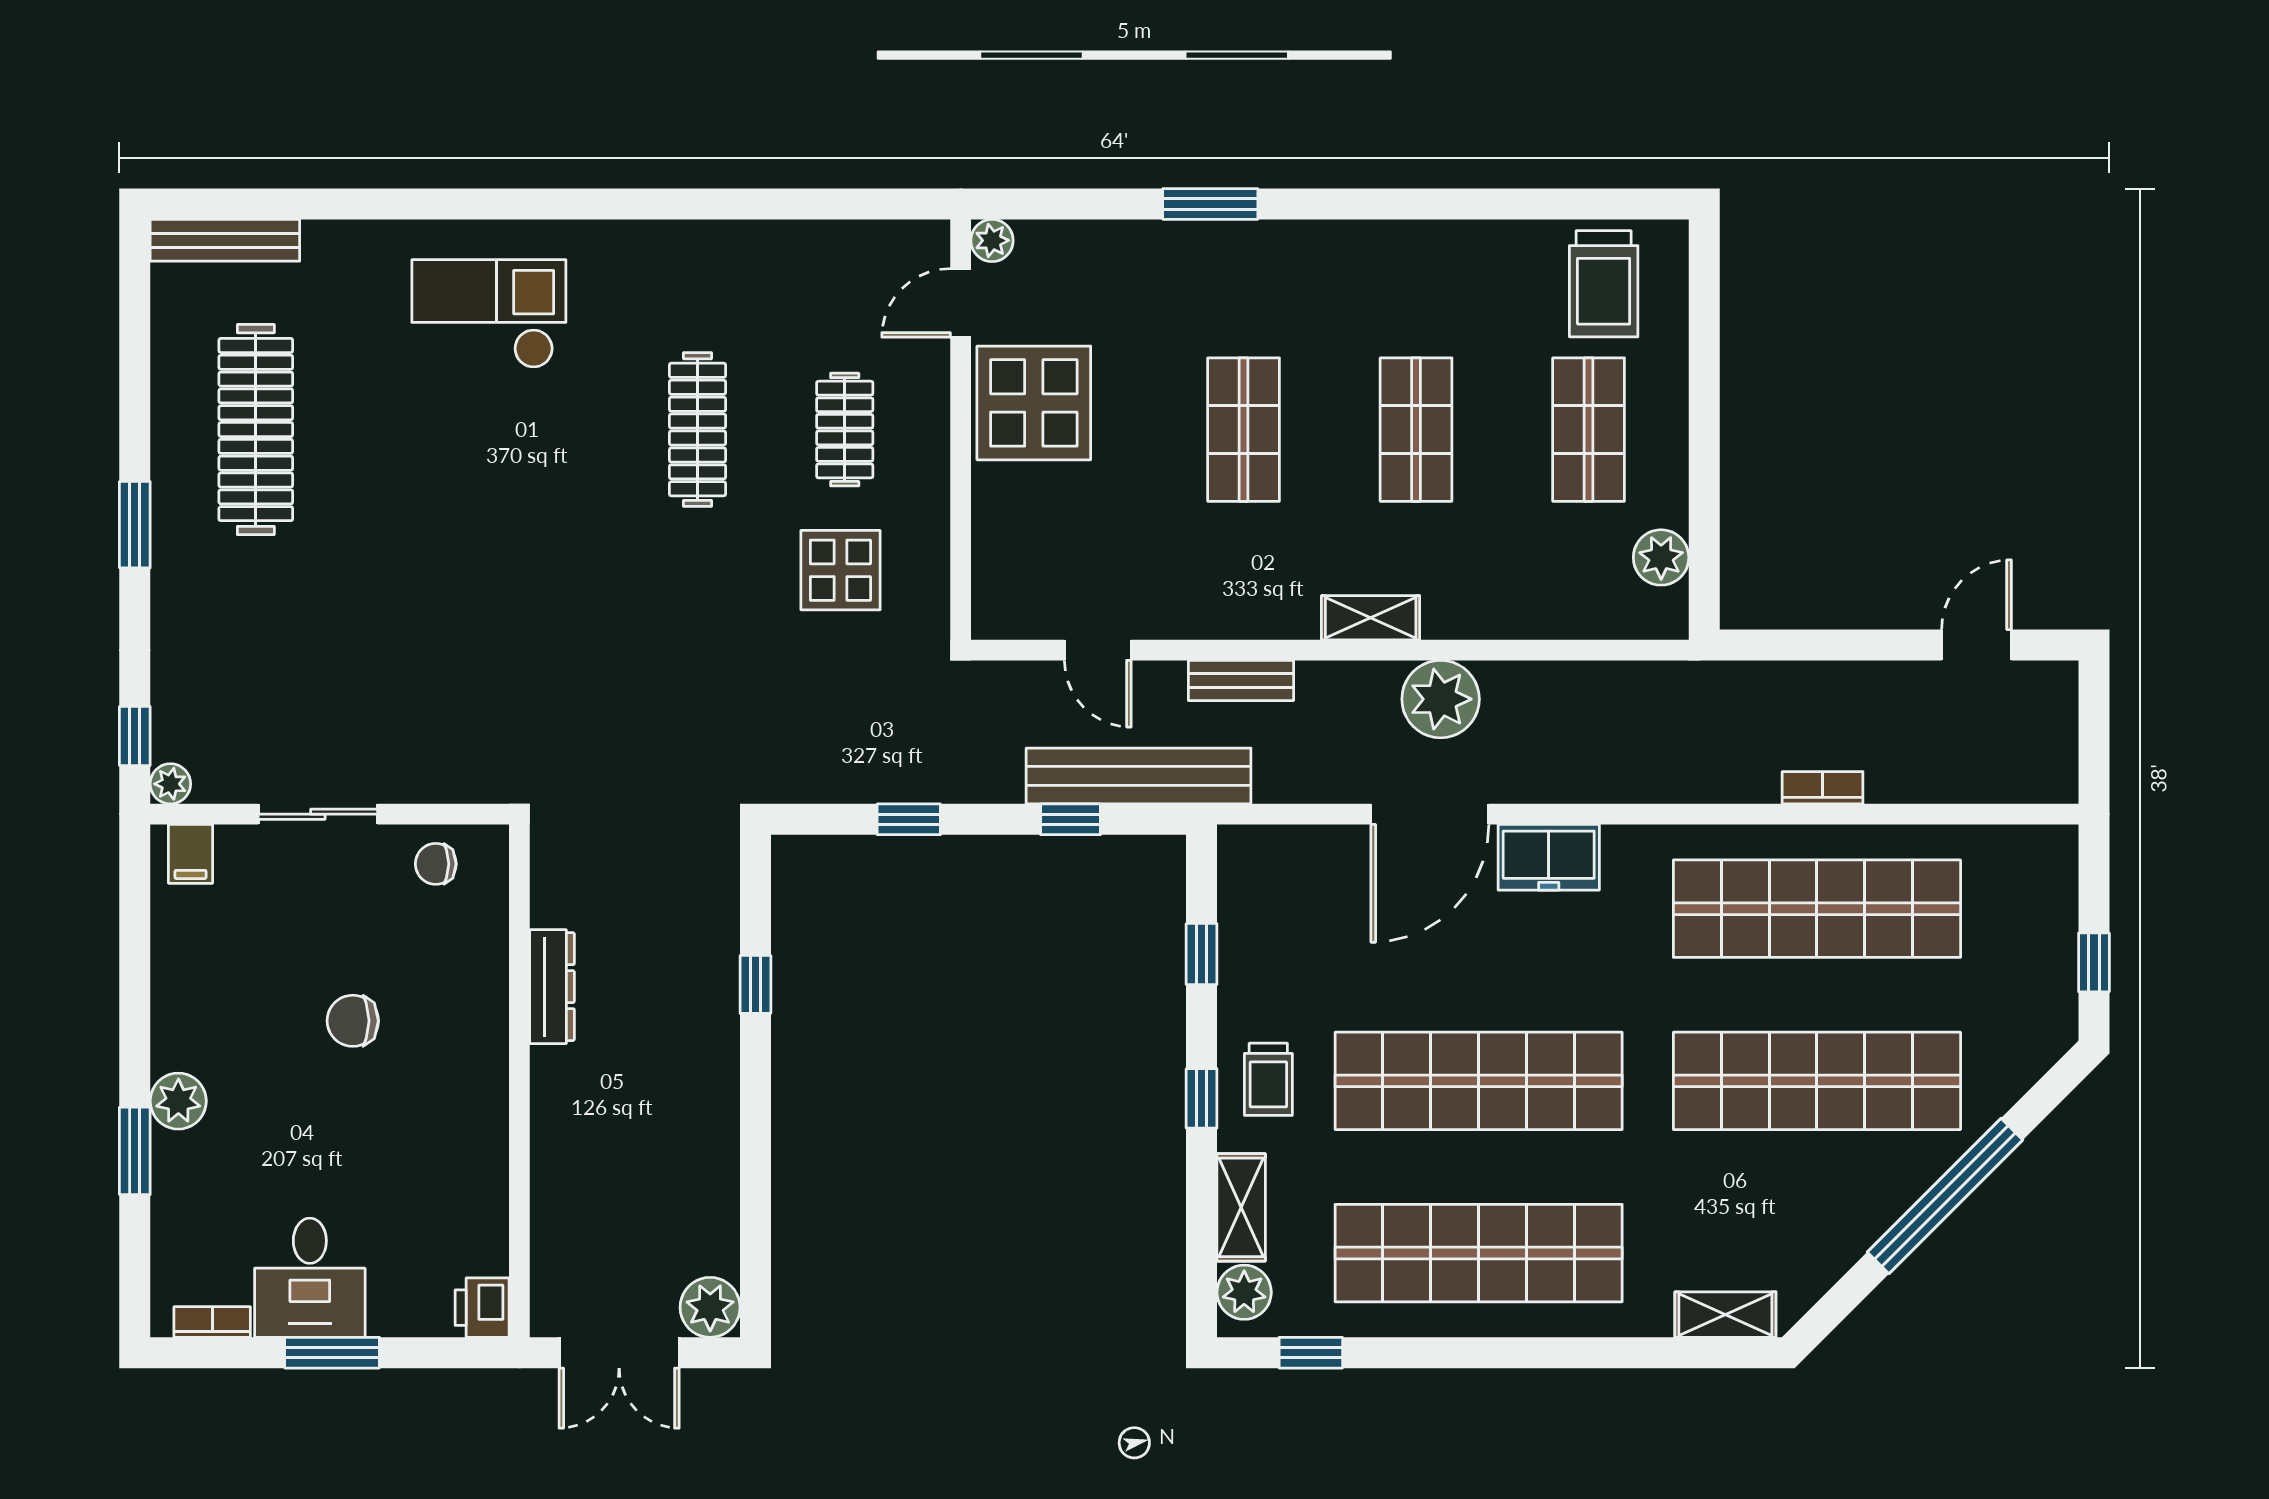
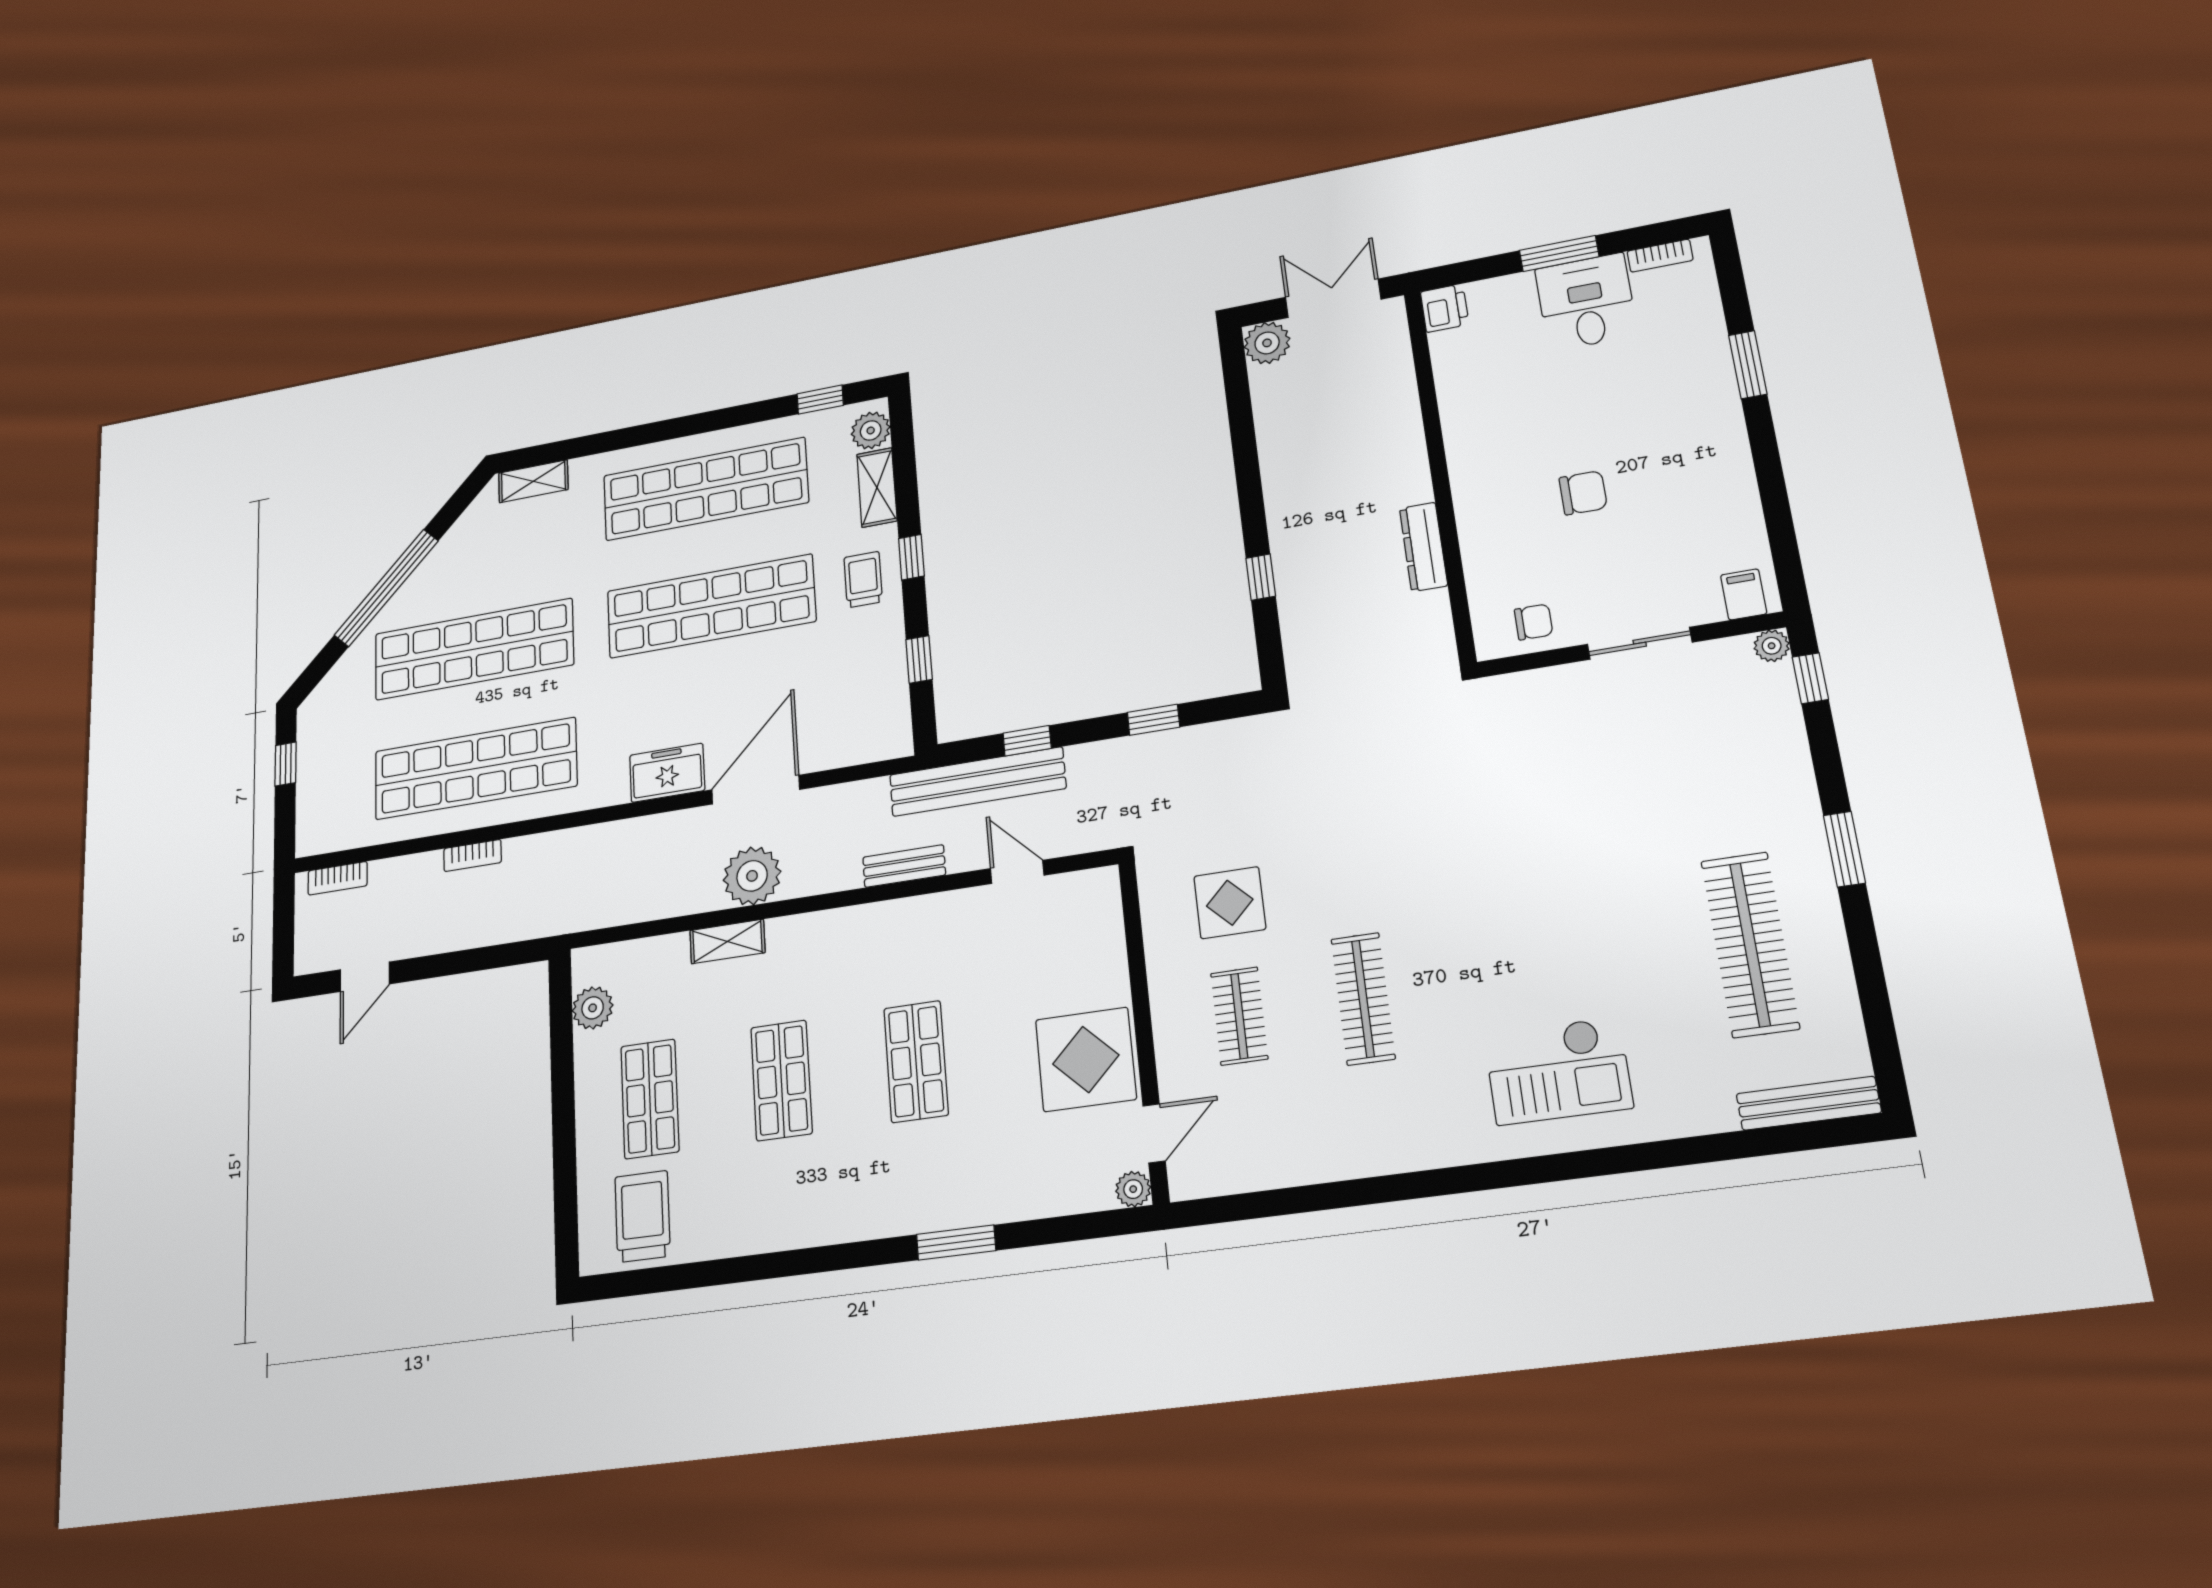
shelving: (1371, 618) -> (727, 941), moved
bookcase: (2016, 787) -> (338, 878), added
plant: (178, 1101) -> (1718, 408), removed

